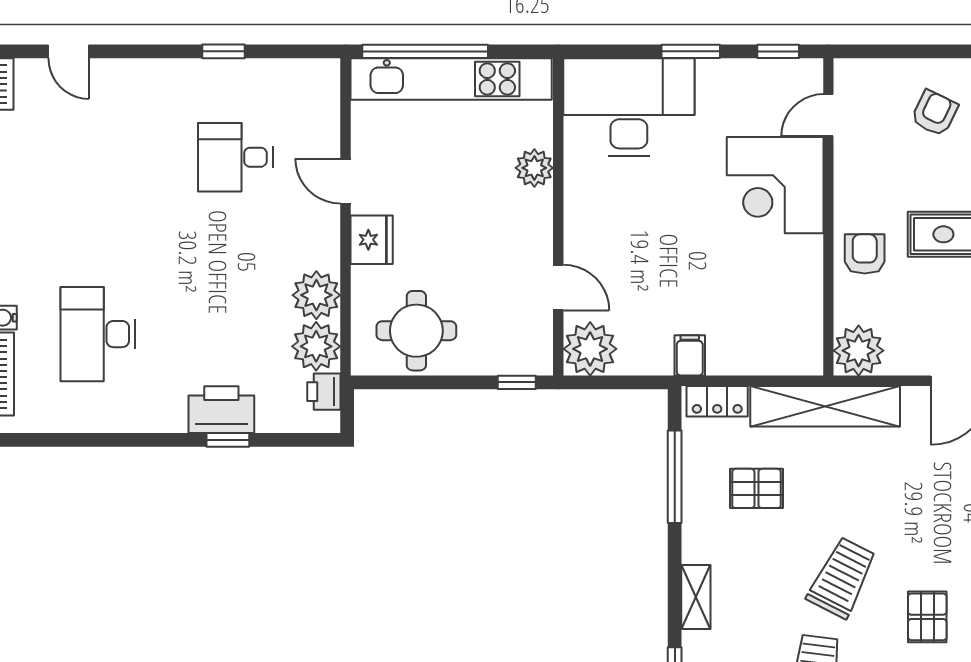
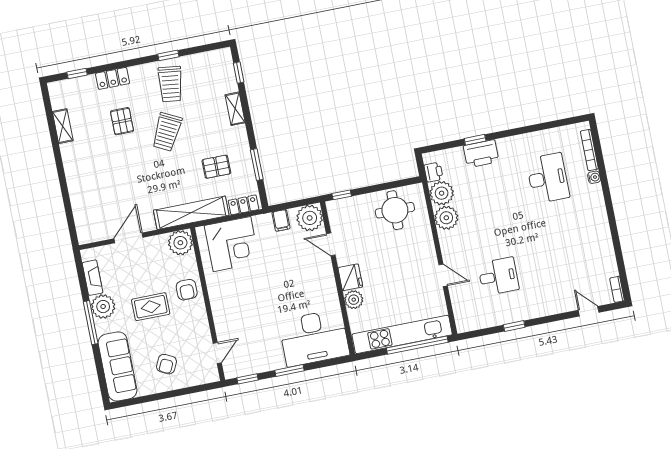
corner desk: (775, 185) -> (232, 244), moved, turned 90
fridge: (372, 240) -> (350, 277), moved, turned 180
filing cabinet: (690, 355) -> (281, 220), moved
window: (675, 477) -> (257, 165), width x0.69

